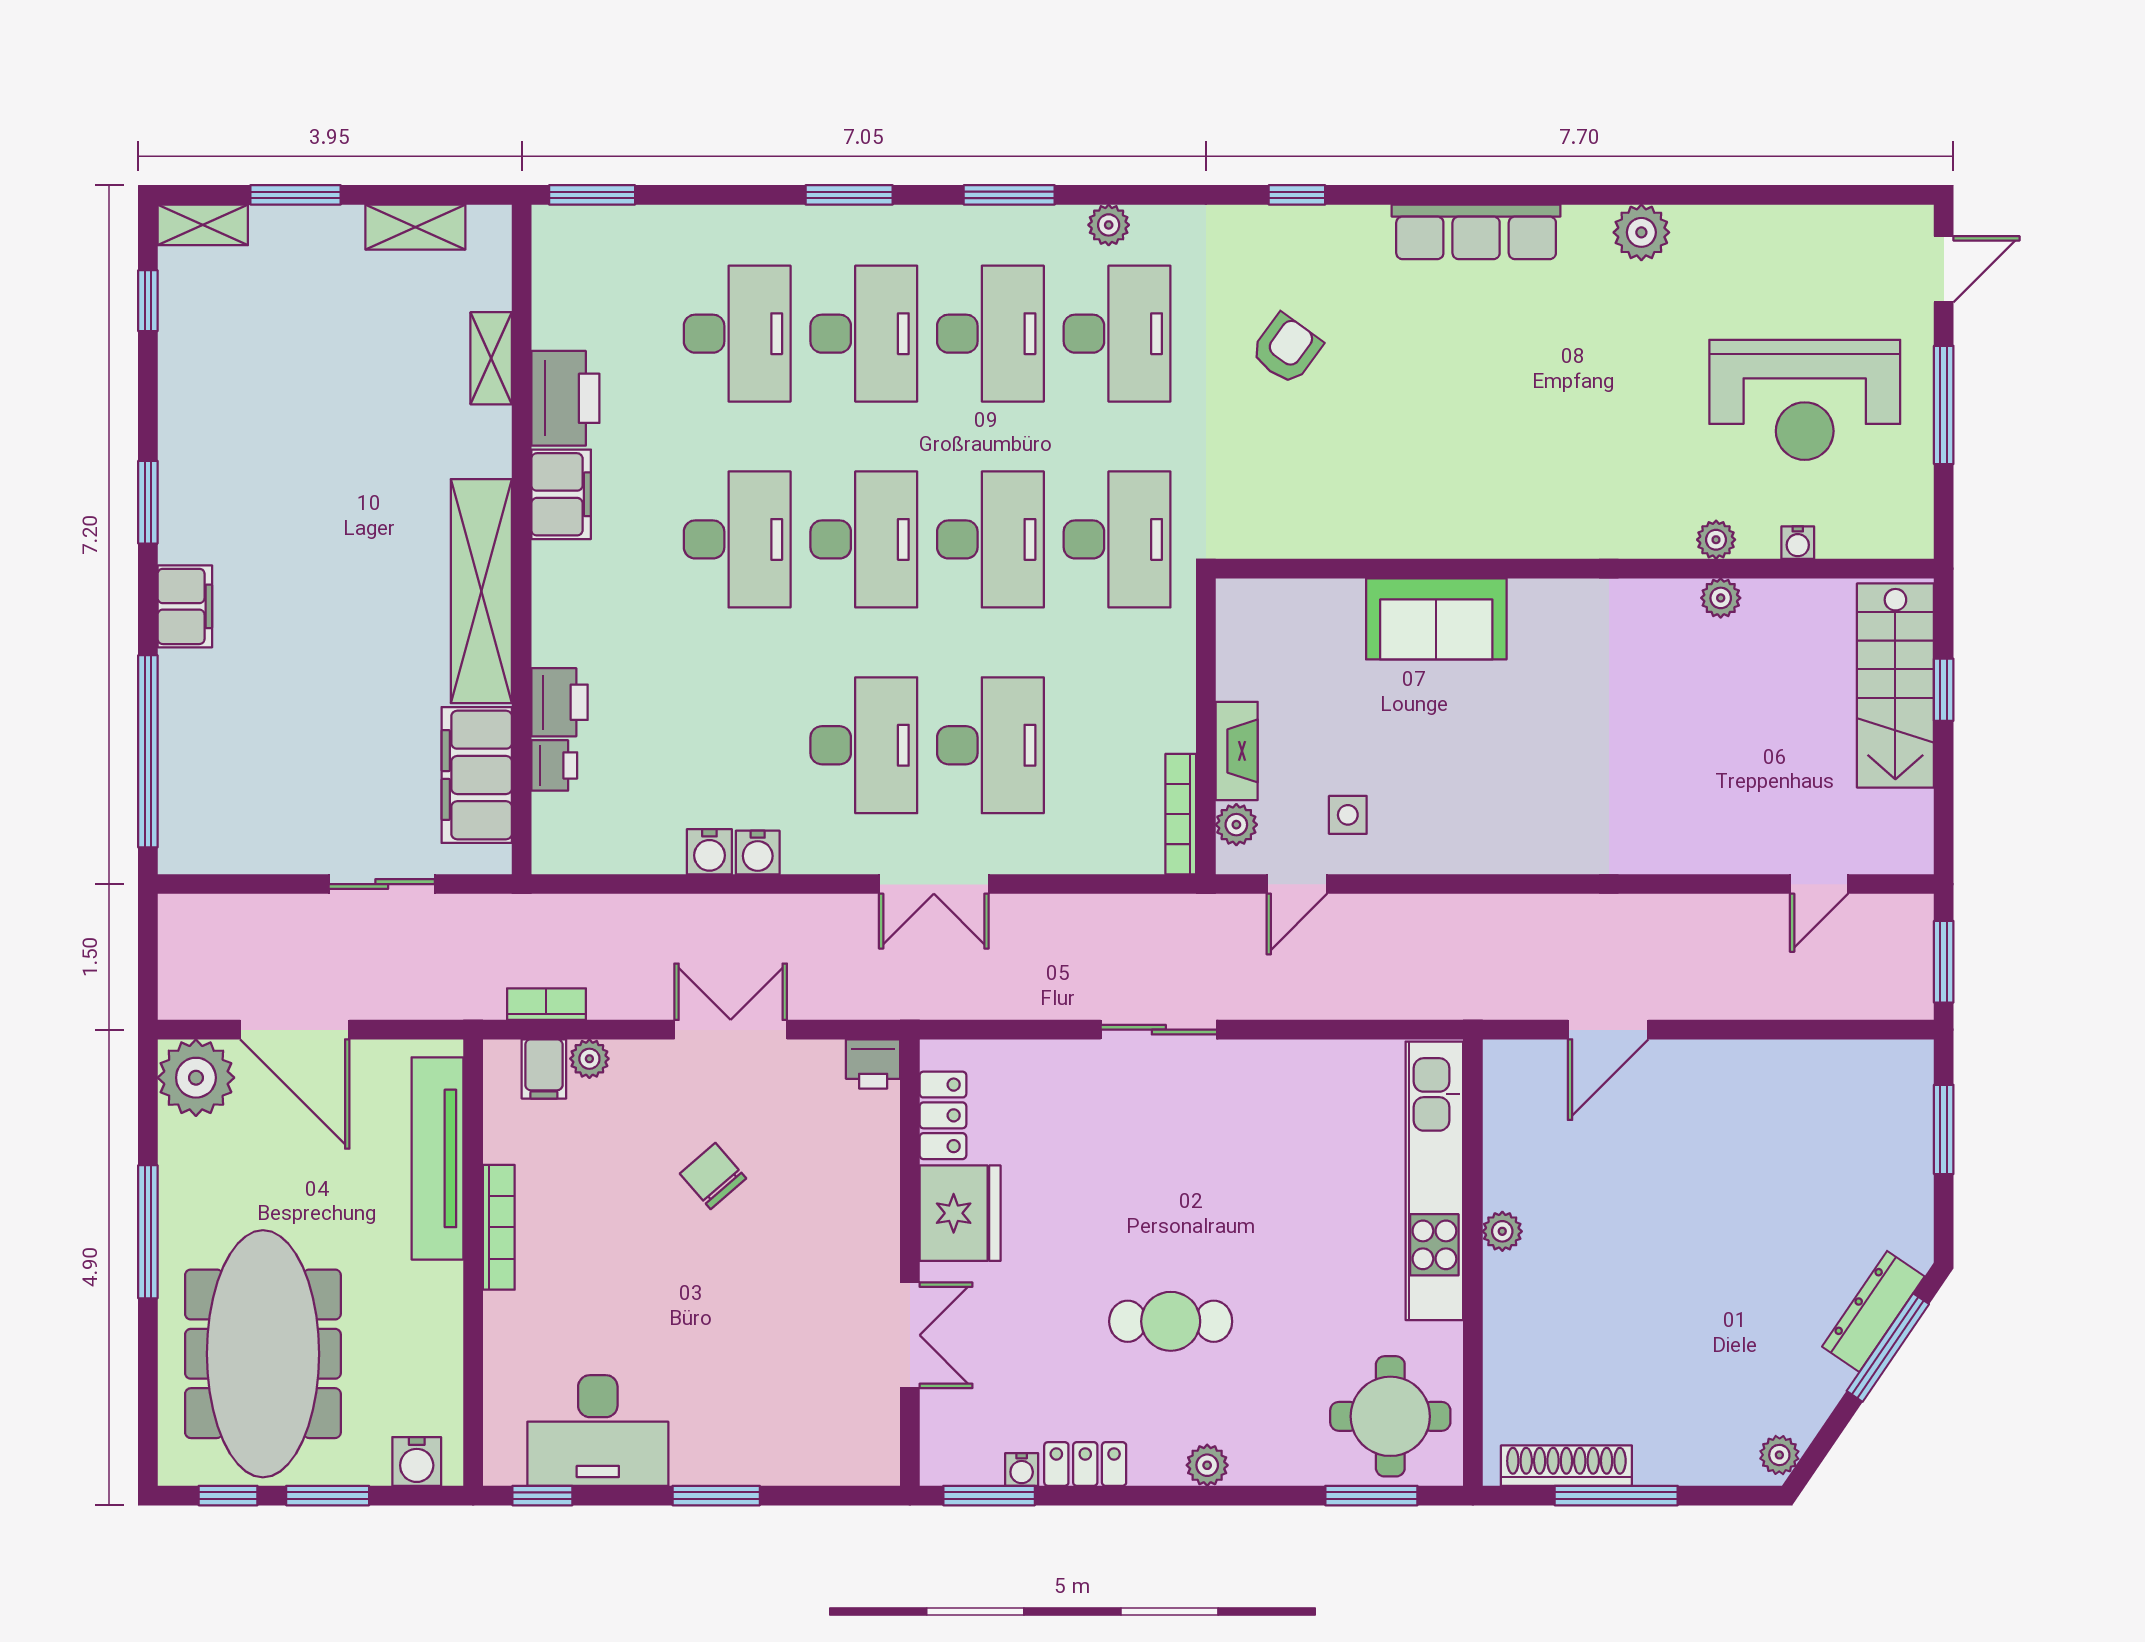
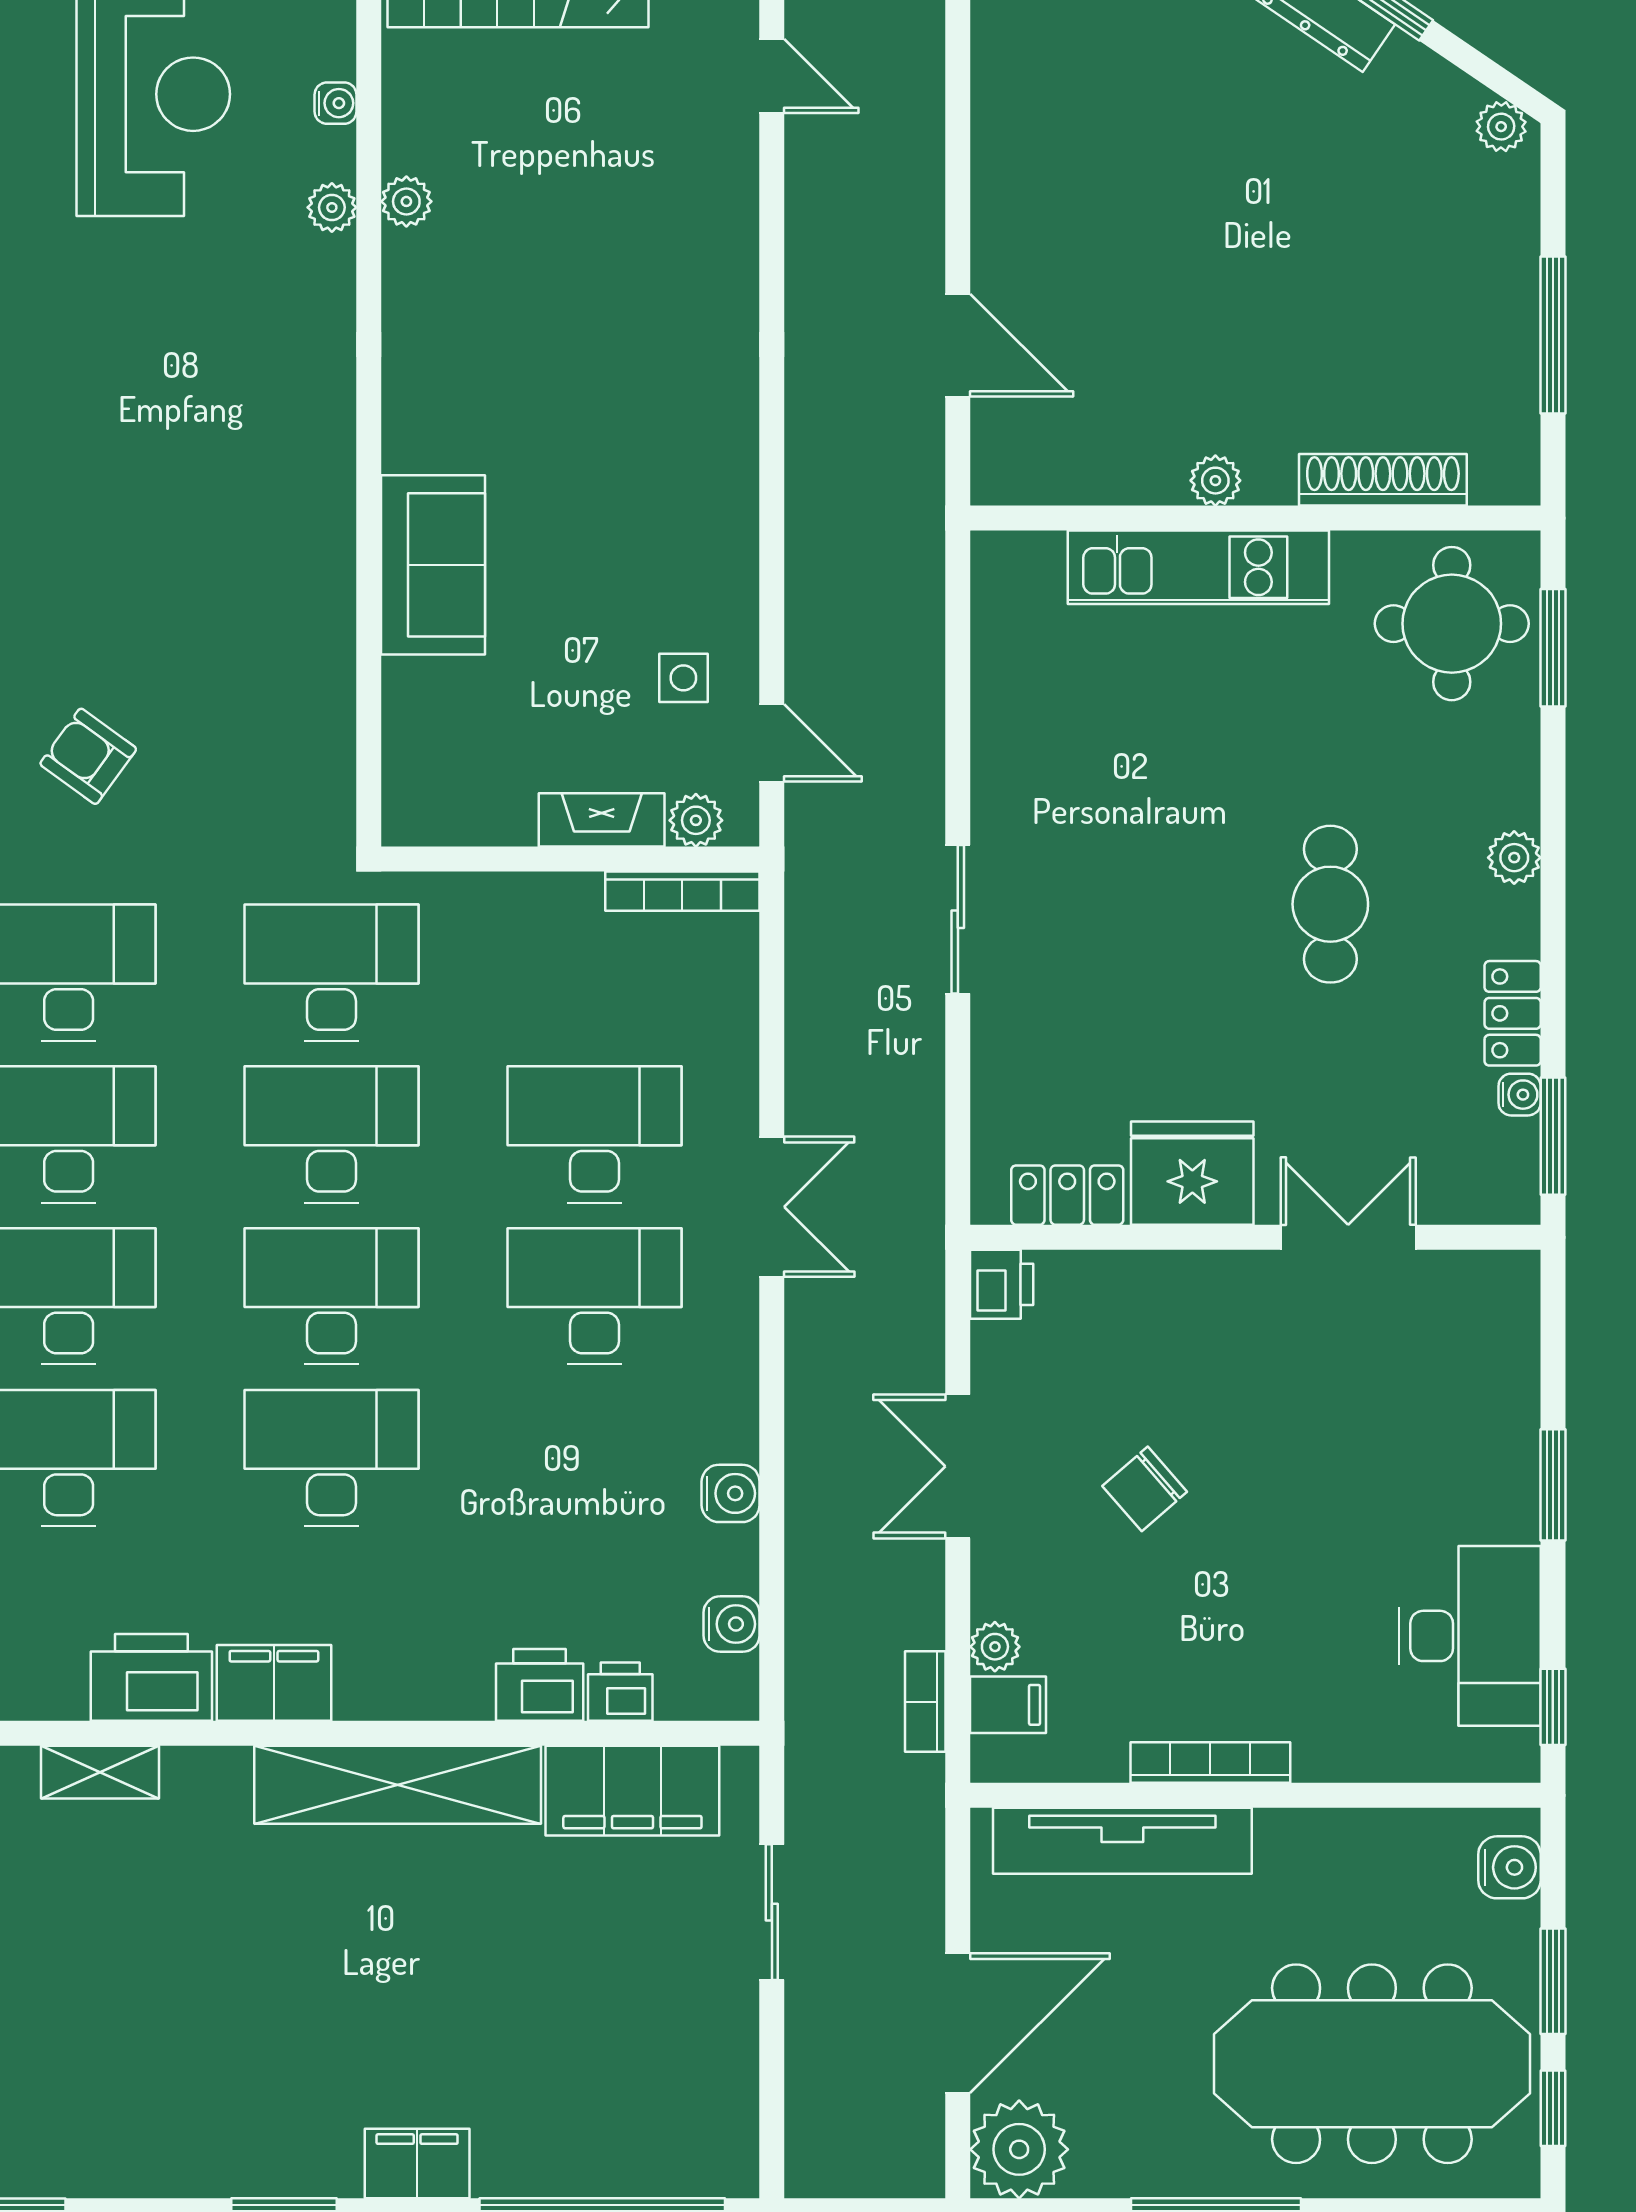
water cooler: (758, 853) -> (731, 1624), moved
kitchen unit: (1434, 1181) -> (1198, 567), width x0.73
shoe rack: (1566, 1466) -> (1383, 480), moved, turned 90

